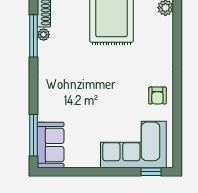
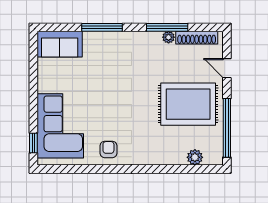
armchair: (157, 96) -> (108, 149), turned 90
window: (33, 135) -> (102, 27), moved

